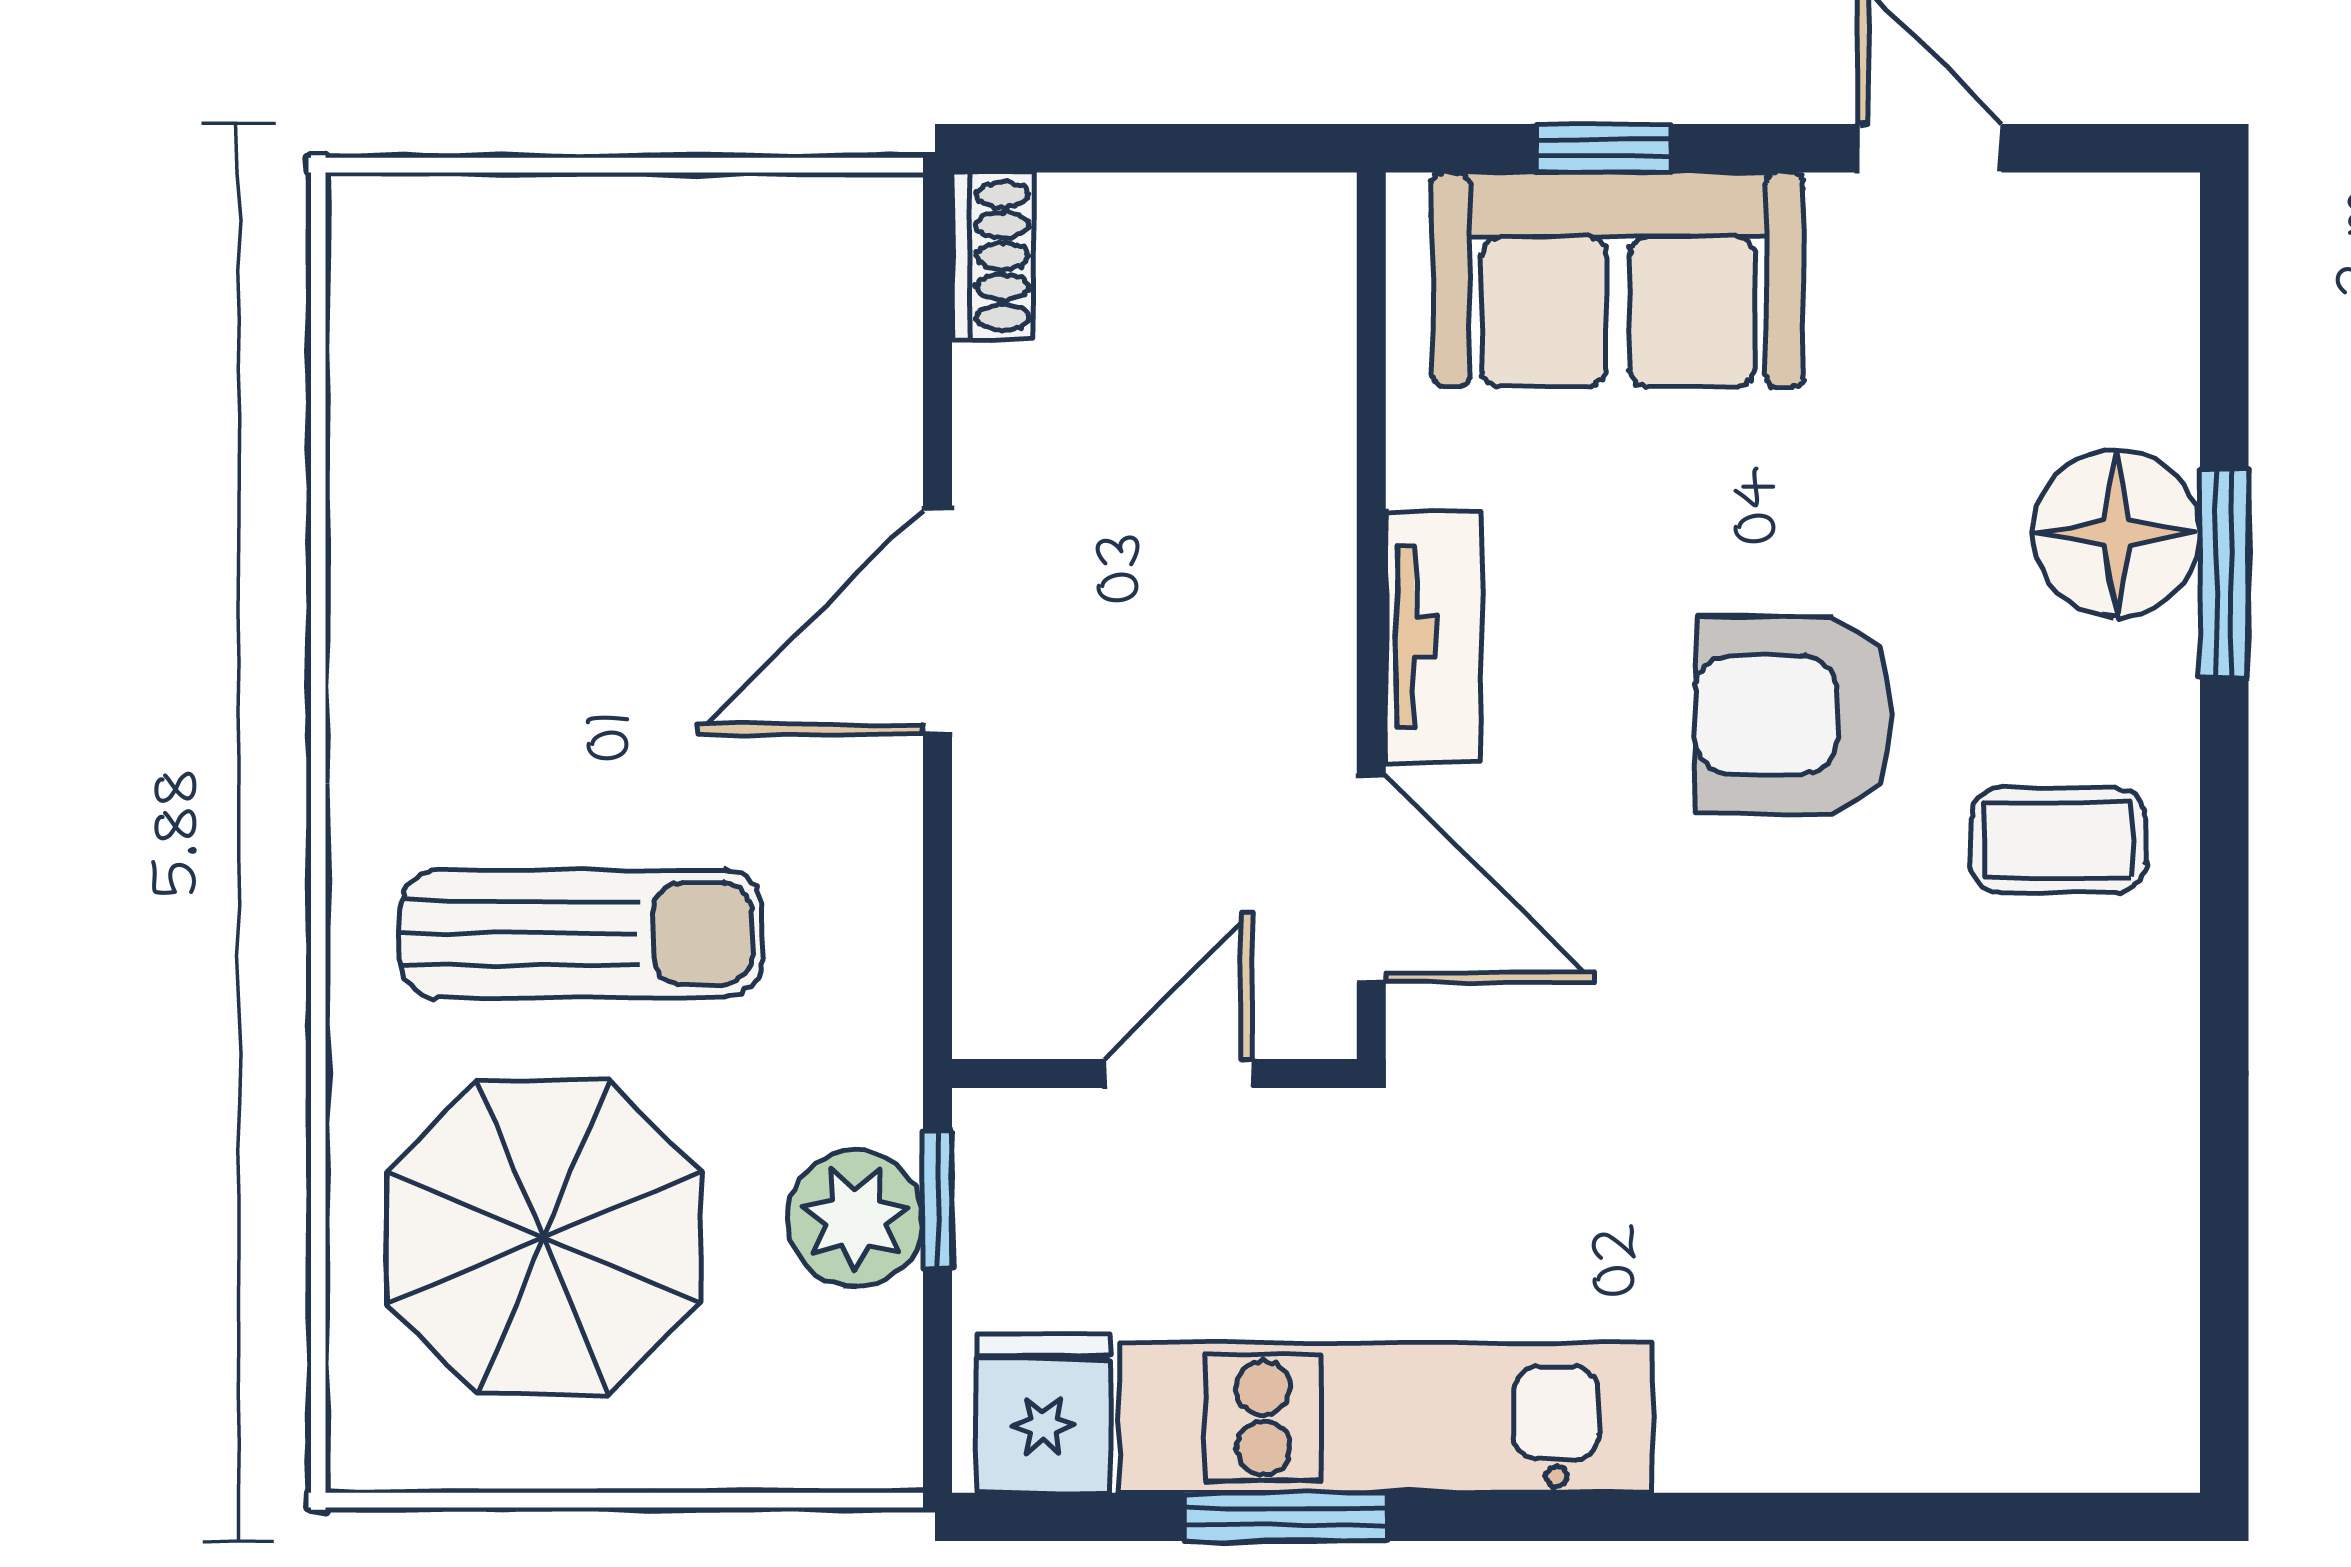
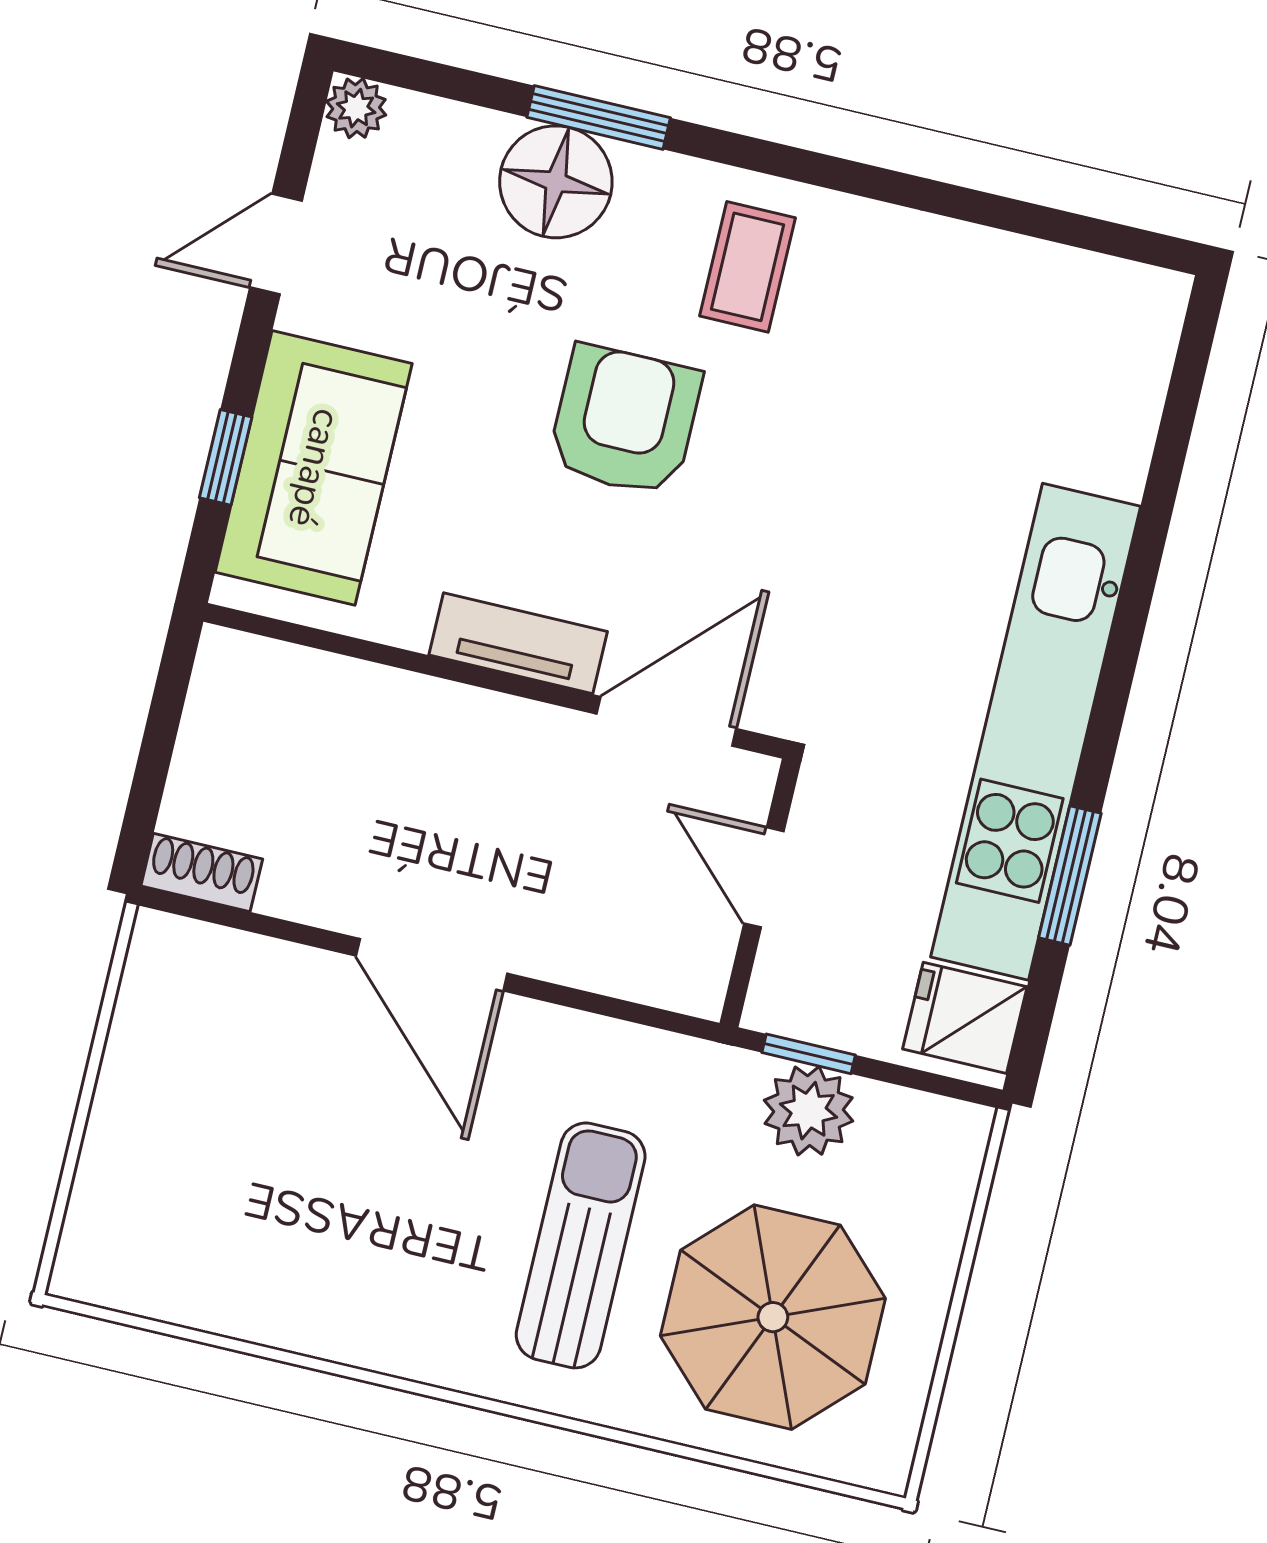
plant: (2155, 218) -> (356, 108), added
armchair: (1793, 715) -> (625, 421), turned 180
kitchen unit: (1386, 1418) -> (1036, 732), width x1.36

